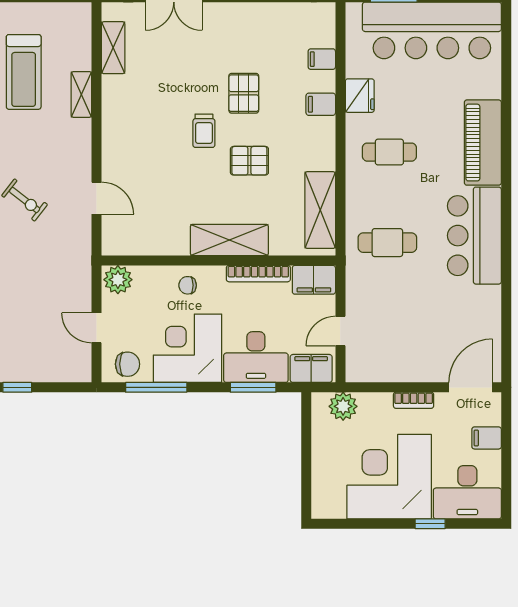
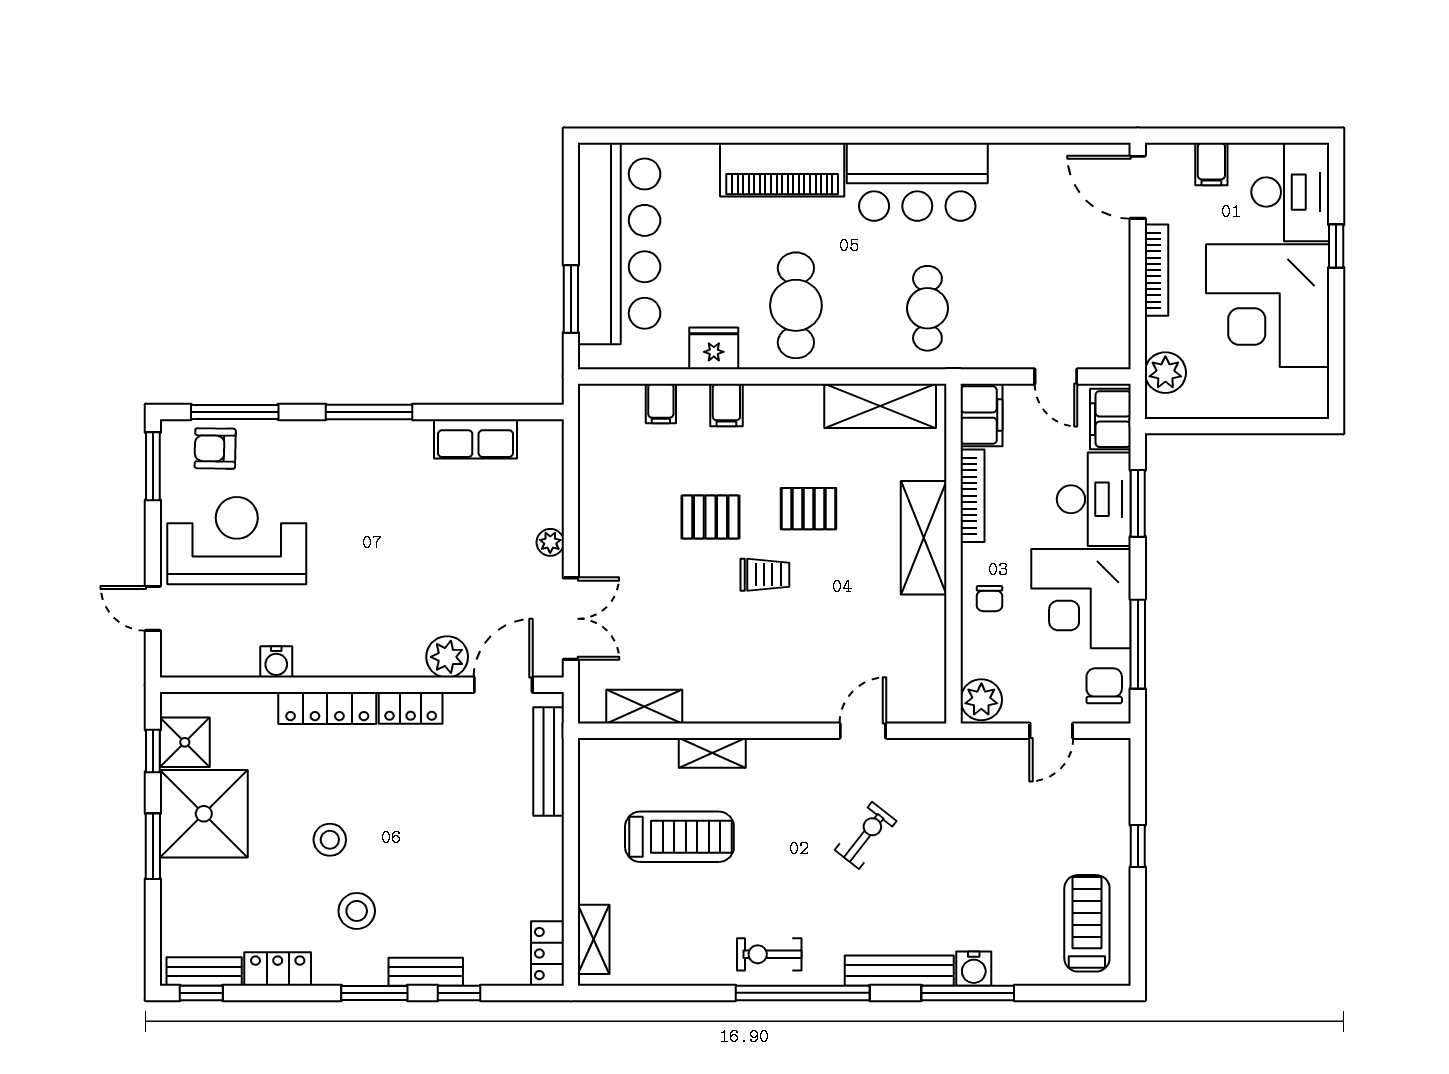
cafe table: (389, 152) -> (796, 305), width x1.37, depth x1.35
pallet: (249, 161) -> (809, 509), turned 90
bookcase: (414, 400) -> (1157, 270), width x1.56

